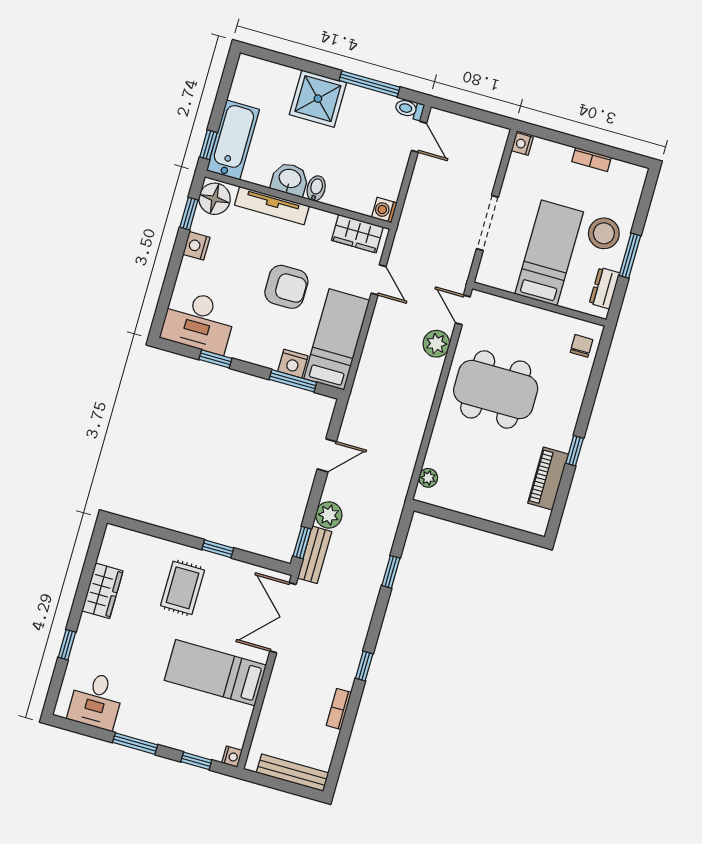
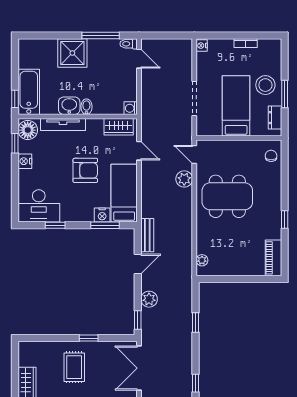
piano: (548, 479) -> (273, 258), moved
bench: (315, 555) -> (147, 235), moved

